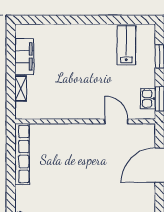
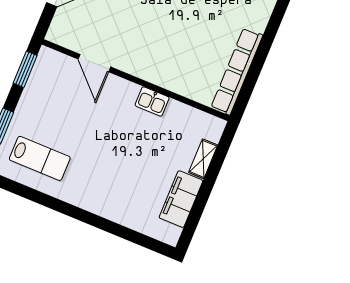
lab bench: (126, 45) -> (40, 158), turned -90
kitchen sink: (148, 99) -> (152, 101), moved, turned 90

